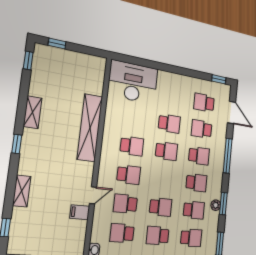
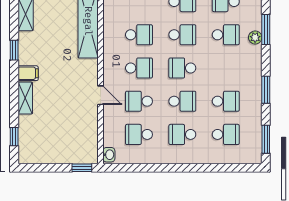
window: (228, 156) -> (266, 30), width x0.69
school desk: (196, 183) -> (182, 68), moved, turned 180
door: (93, 195) -> (101, 95), hinge flipped
plant: (216, 205) -> (255, 37), moved
filing cabinet: (80, 212) -> (28, 73), moved, turned 180

